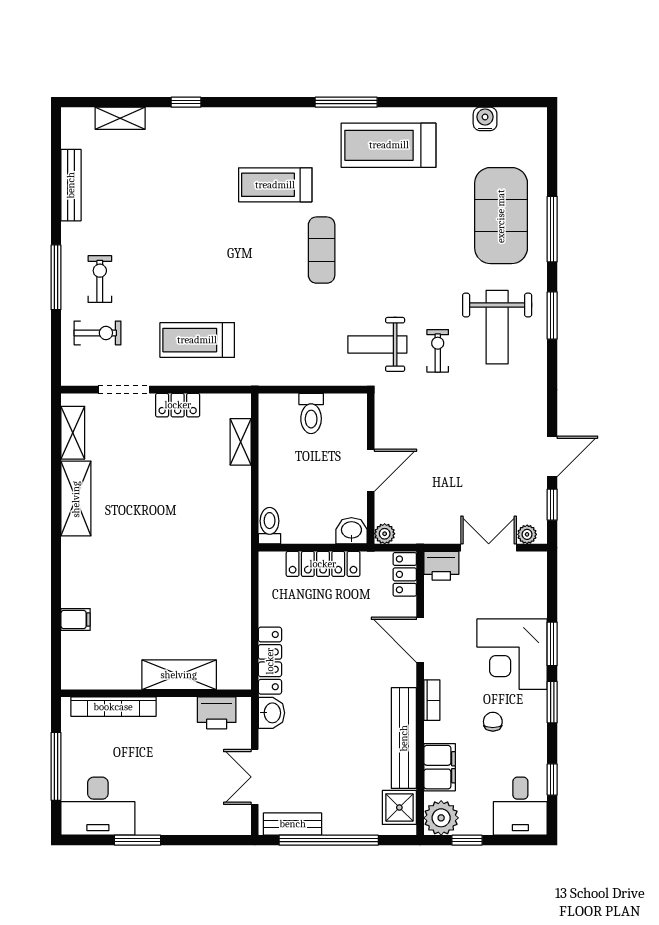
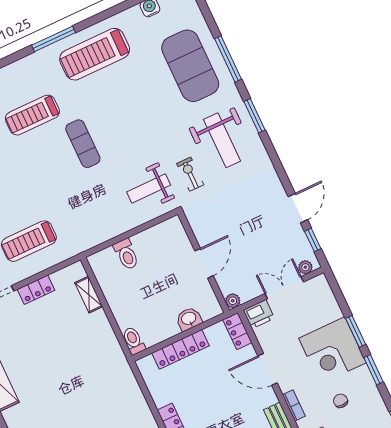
wall: (371, 469) -> (204, 262), moved
door: (371, 470) -> (204, 263), moved
plant: (385, 534) -> (233, 301), moved

